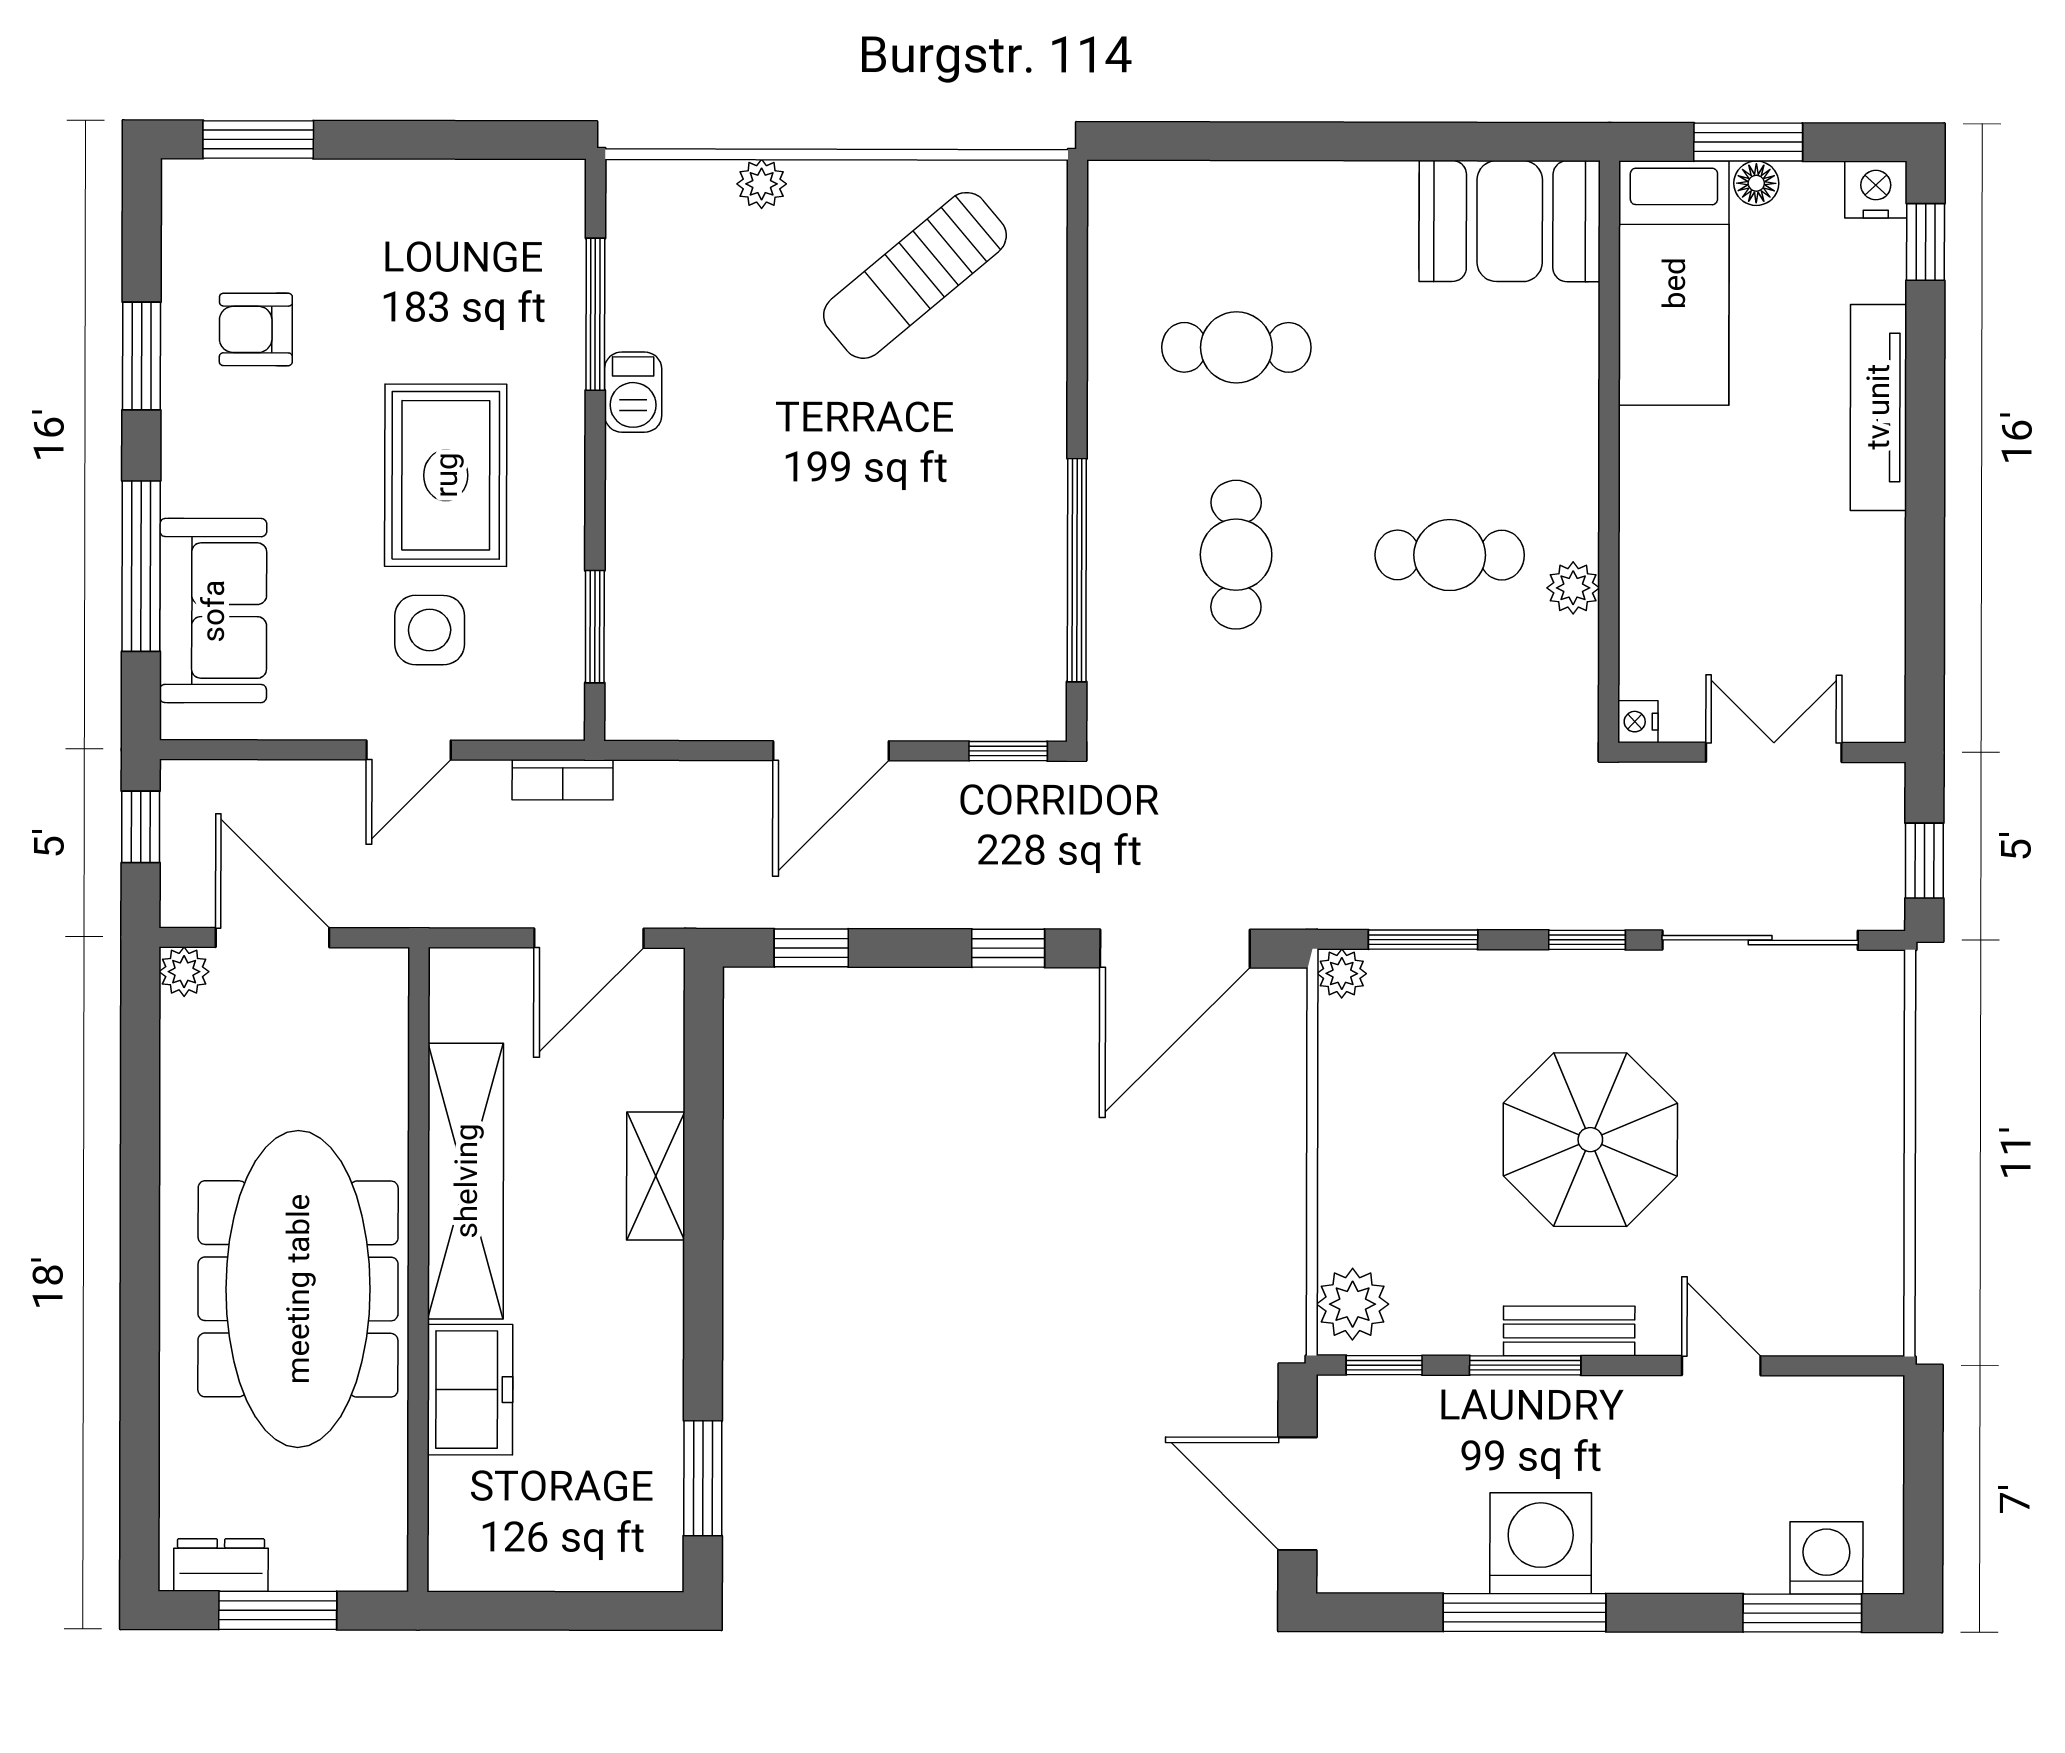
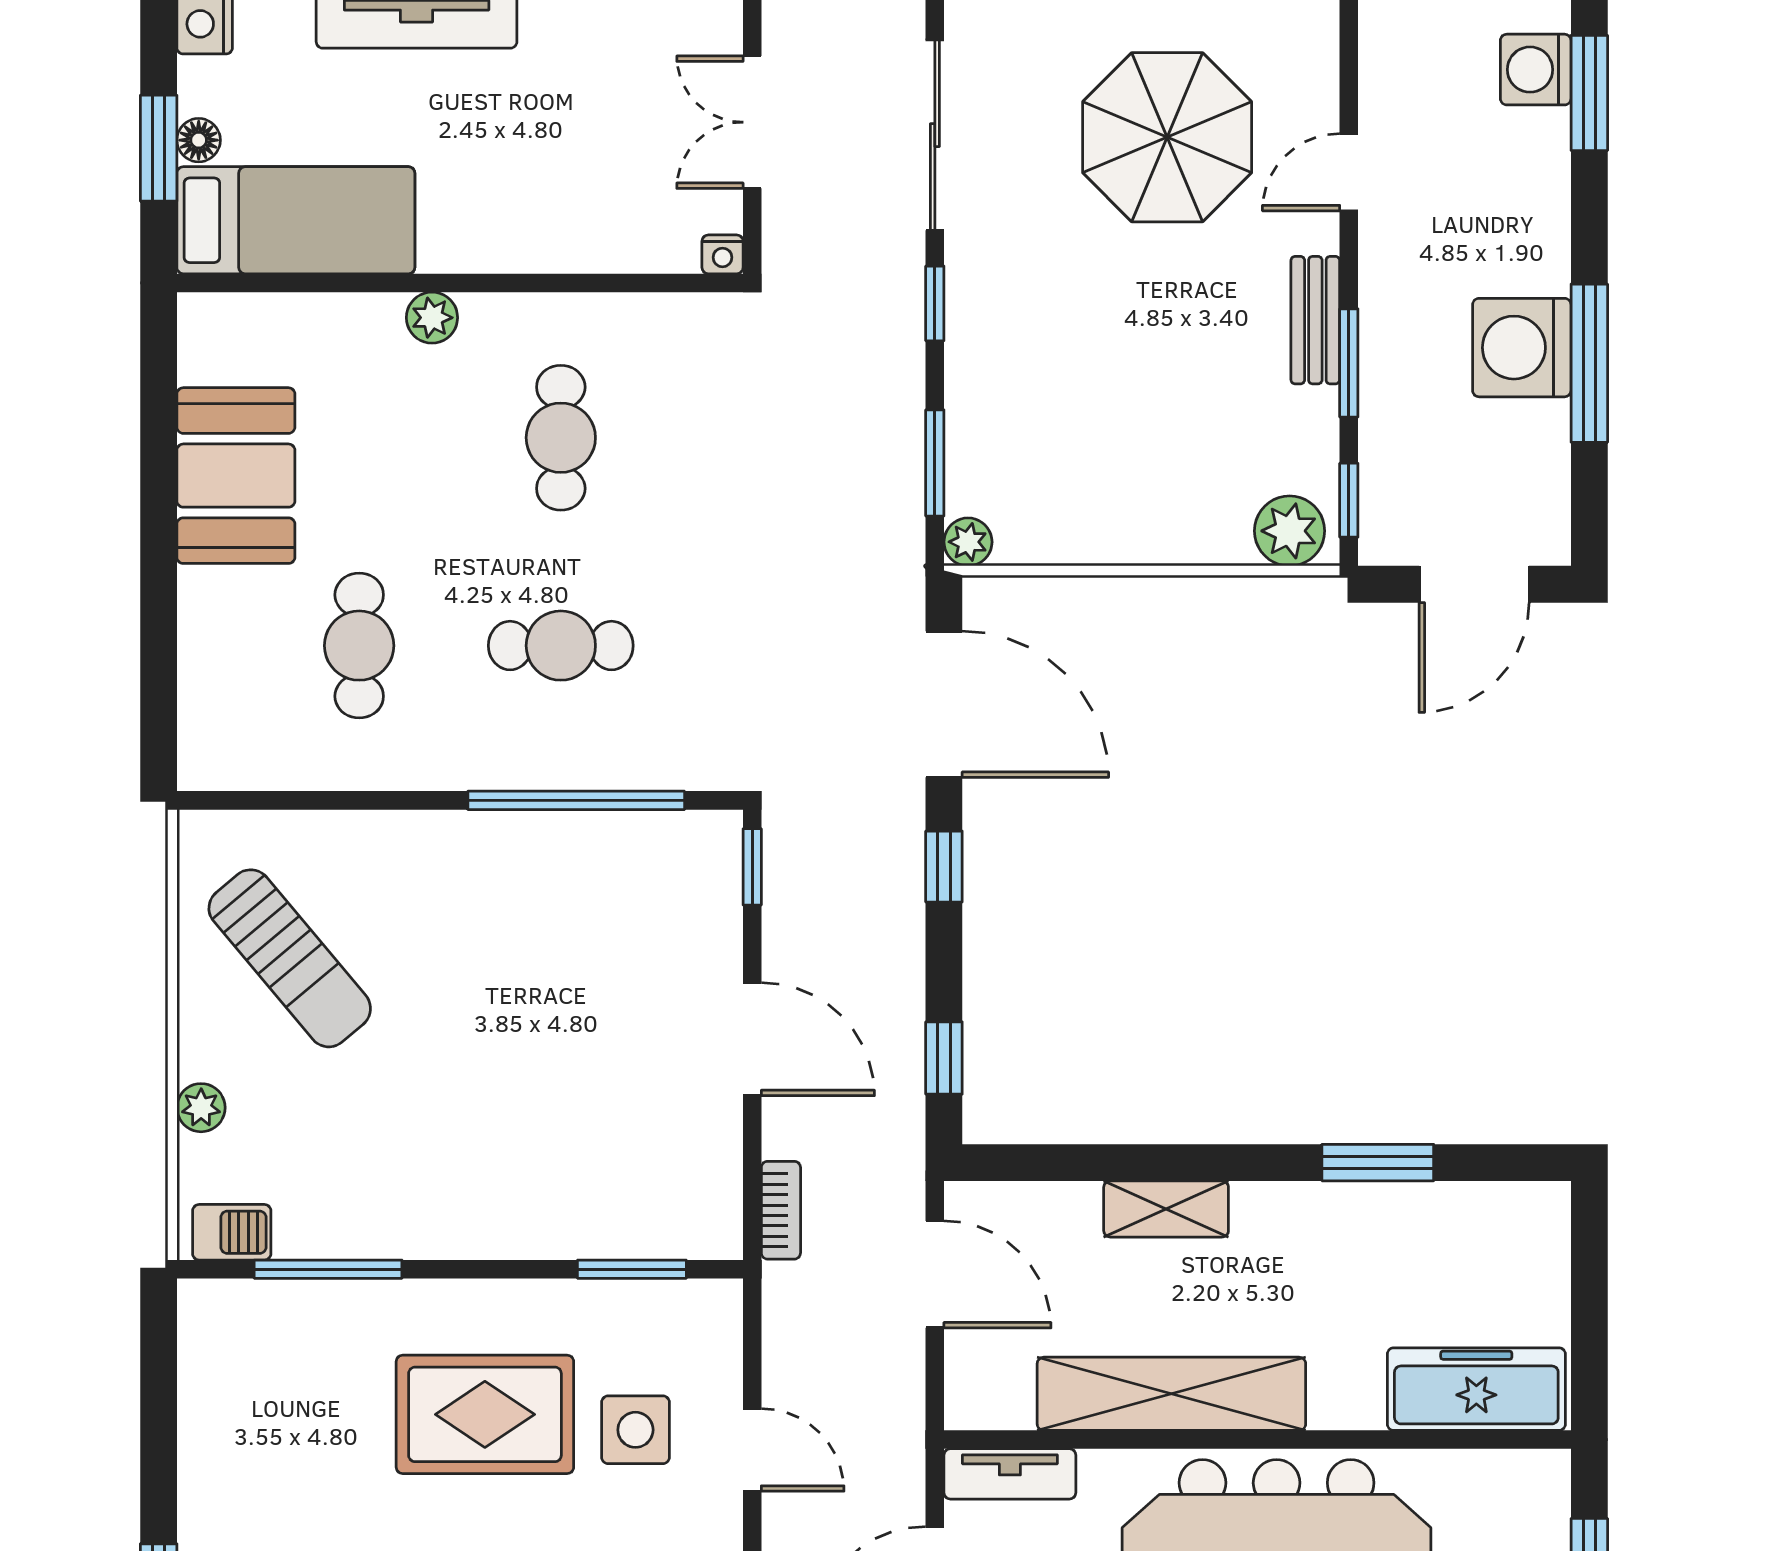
booth: (1510, 221) -> (236, 476), moved
barbecue: (633, 392) -> (232, 1232), moved
plant: (1573, 588) -> (432, 318), moved
bookcase: (563, 780) -> (781, 1210), moved
tv unit: (384, 1015) -> (1010, 1474), added
parasol: (1590, 1140) -> (1167, 137), moved
freezer: (470, 1390) -> (1476, 1389), moved, width x1.40
window: (703, 1478) -> (1378, 1163), moved

